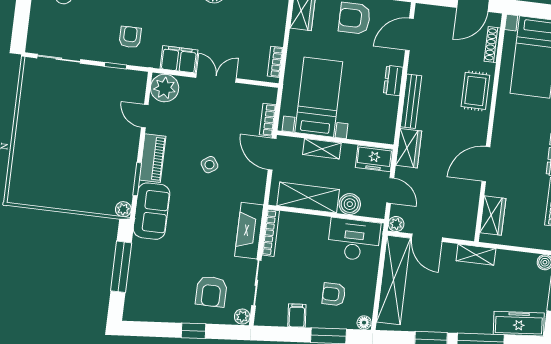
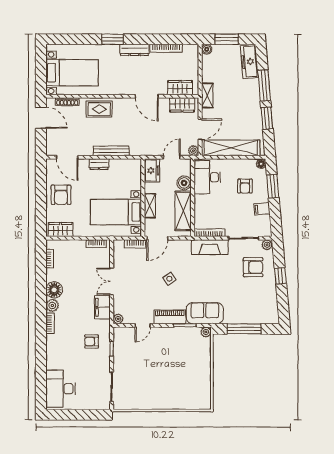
plant: (165, 88) -> (118, 319), width x0.53, depth x0.53
wardrobe: (409, 148) -> (182, 105), moved, turned 180

